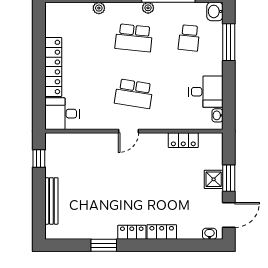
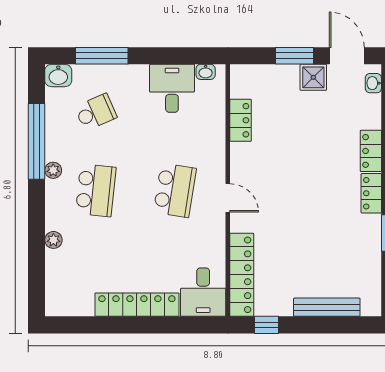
school desk: (189, 38) -> (96, 112), turned -30
locker: (74, 141) -> (242, 275), added
shower: (214, 179) -> (313, 77), moved

